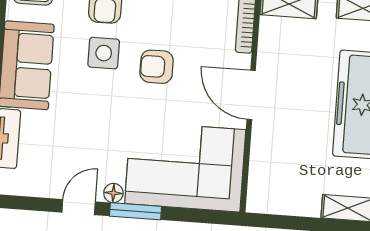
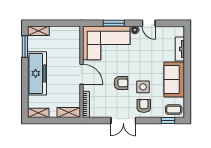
door: (79, 207) -> (149, 23), hinge flipped
window: (136, 211) -> (114, 23), moved

